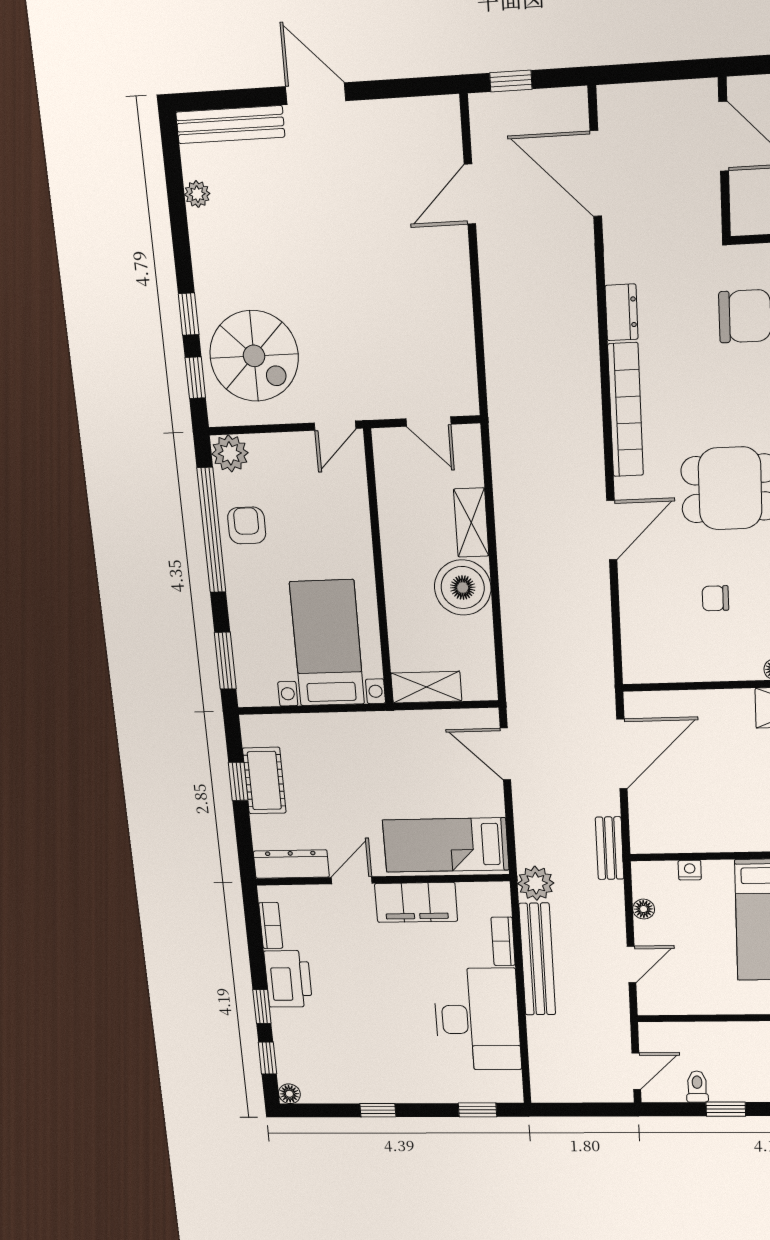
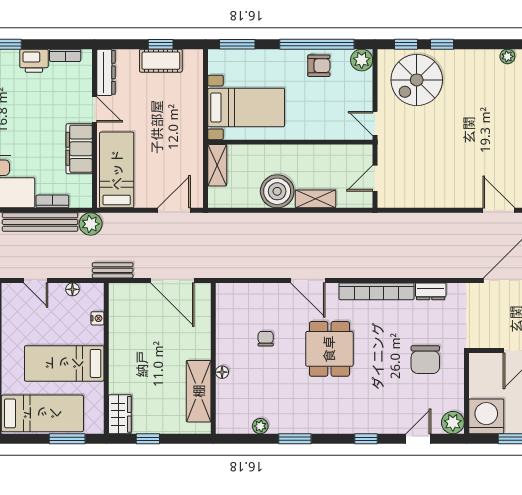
printer: (288, 979) -> (34, 61), width x0.73, depth x0.84

